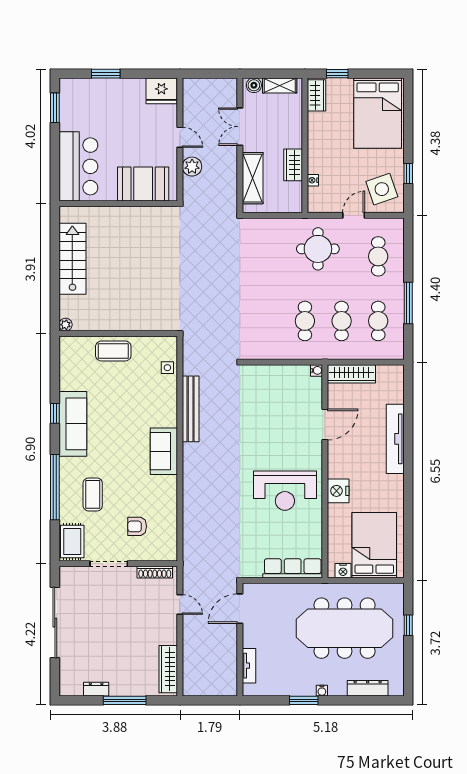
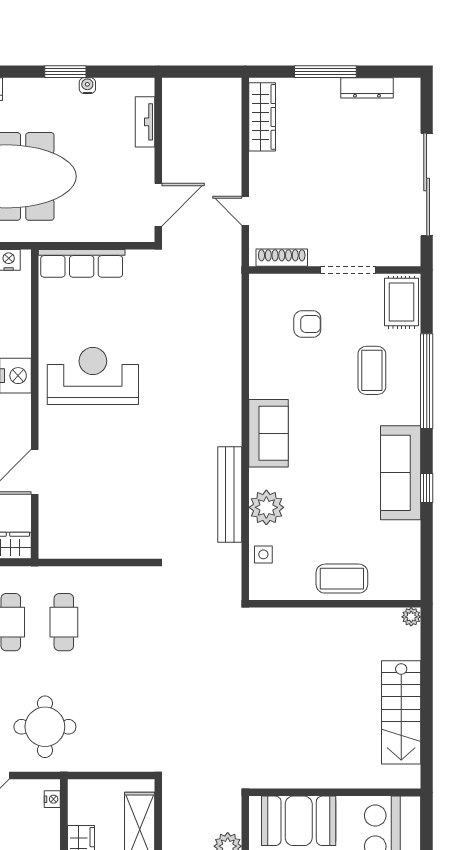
nightstand: (313, 180) -> (52, 799), moved
water cooler: (317, 370) -> (47, 550), removed
plant: (165, 400) -> (266, 507), added
dresser: (96, 689) -> (367, 88), width x1.44
water cooler: (322, 691) -> (87, 86), moved

